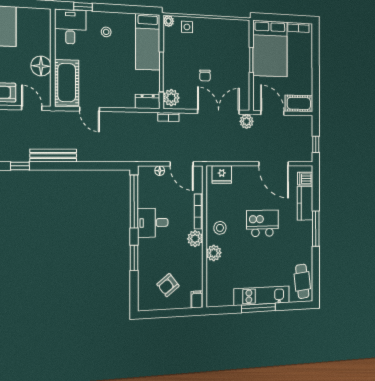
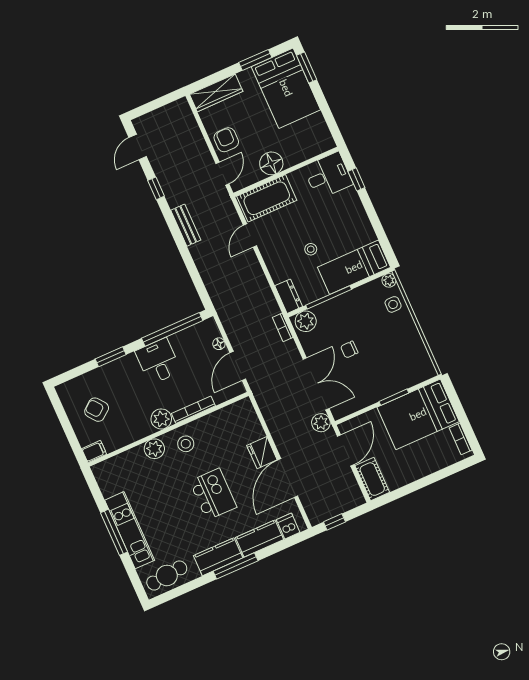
stool: (106, 32) -> (311, 249), moved
bench: (53, 155) -> (186, 225), width x0.73
fridge: (222, 174) -> (262, 453), moved
kitchen counter: (305, 239) -> (218, 557), added

